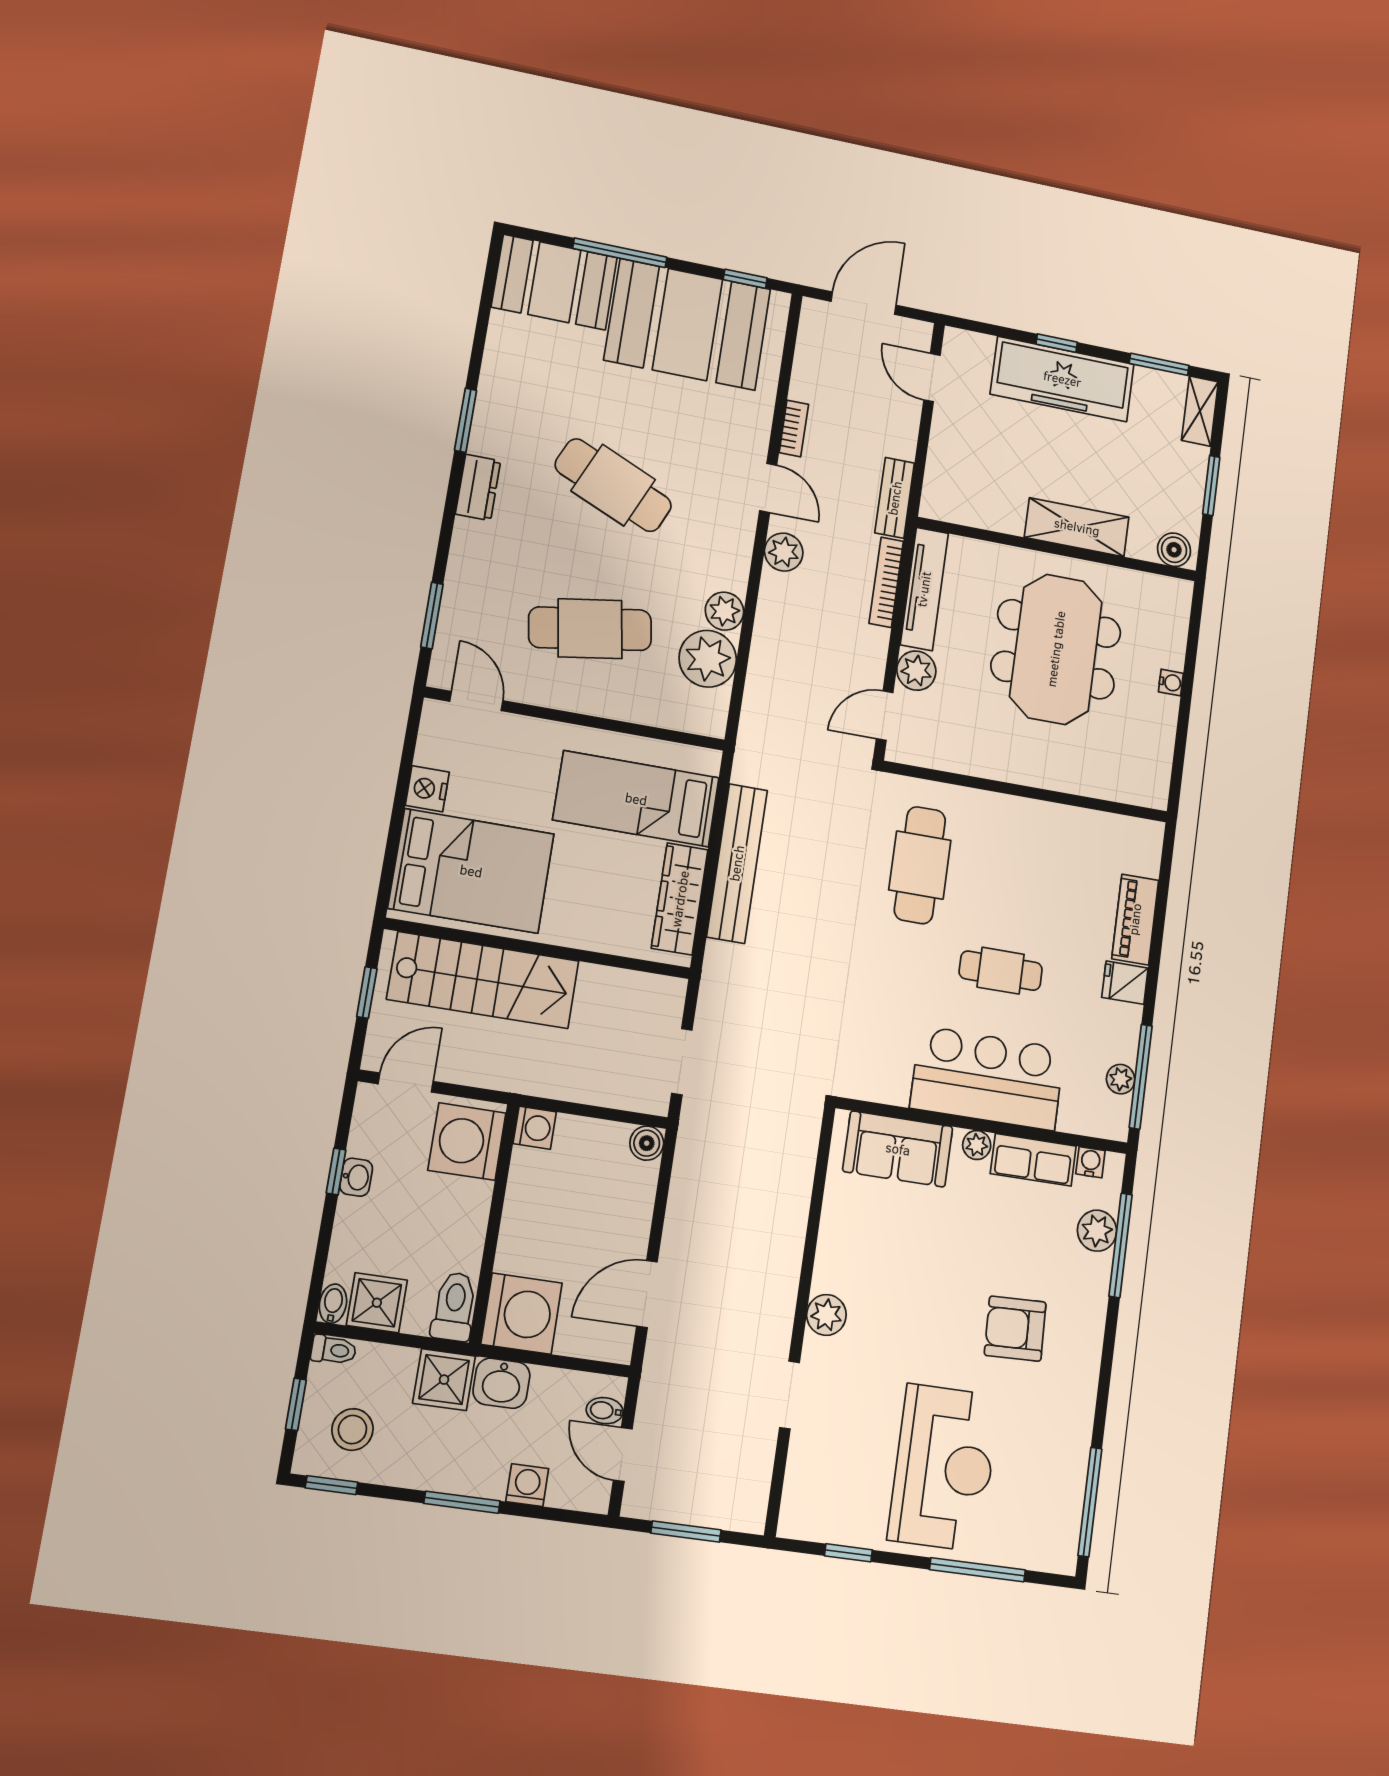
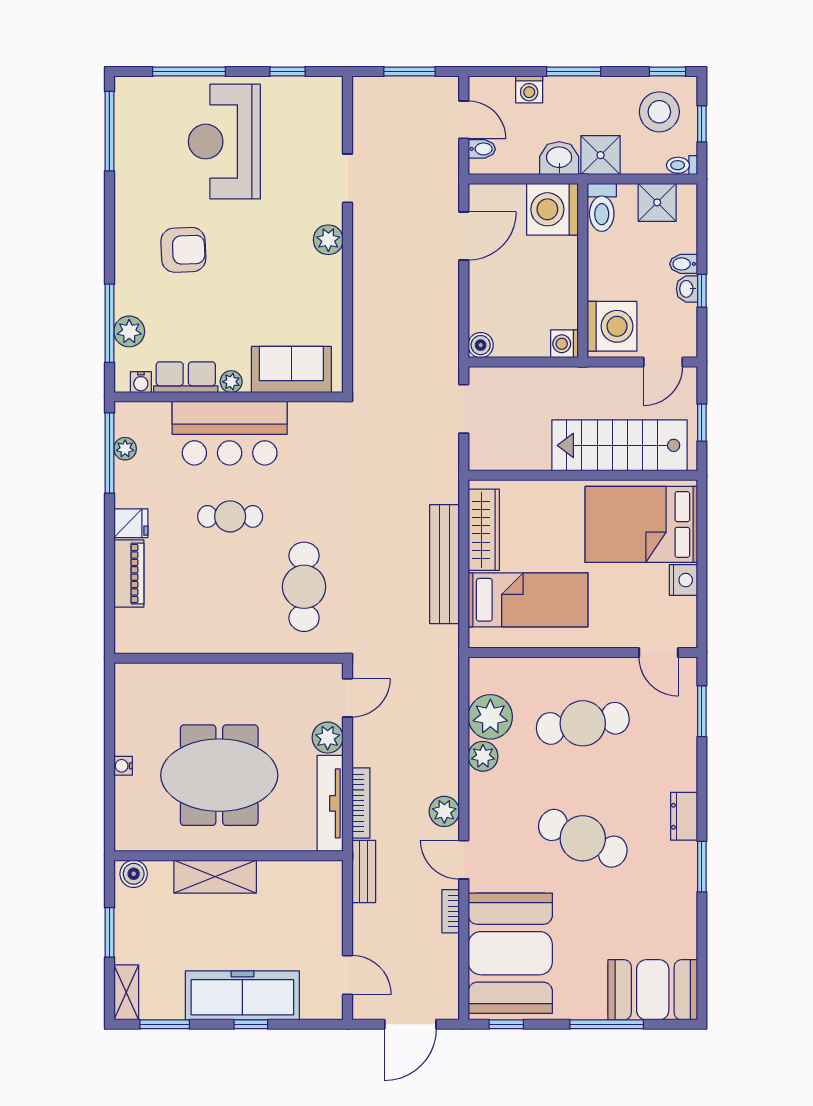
booth: (688, 324) -> (510, 953), moved, turned 90
meeting table: (1056, 649) -> (219, 775), turned 90
bidet: (333, 1304) -> (684, 264), moved, turned 90
stool: (352, 1430) -> (659, 112), width x1.38, depth x1.38

